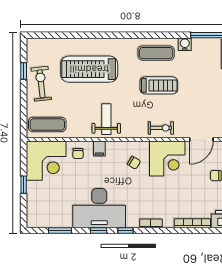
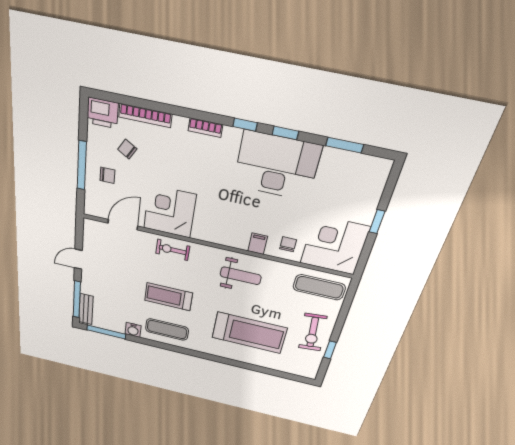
weight bench: (106, 119) -> (241, 276), turned -90
chair: (134, 163) -> (127, 149), moved

